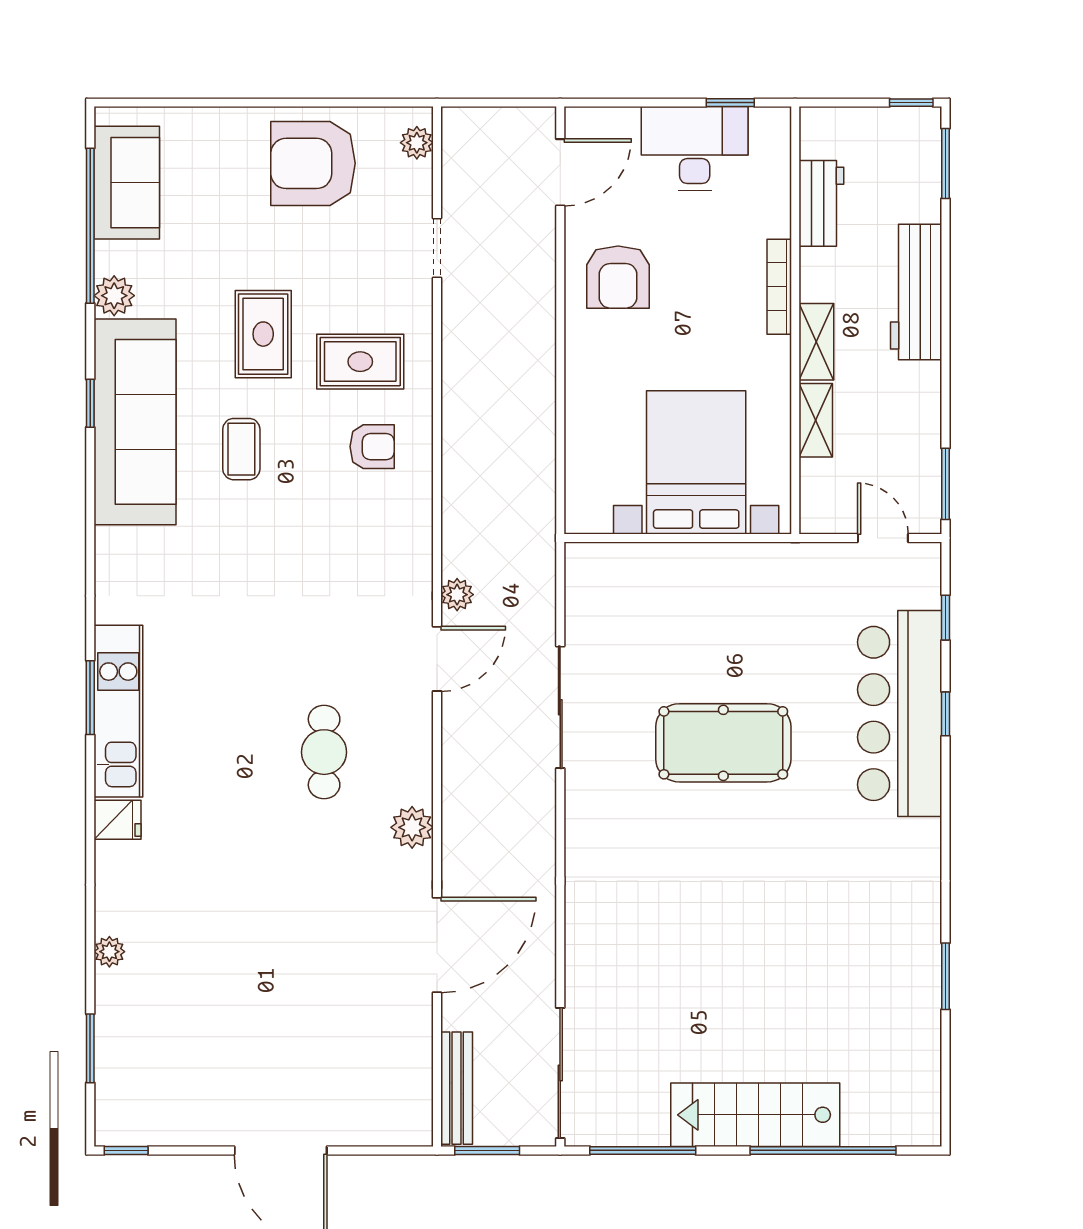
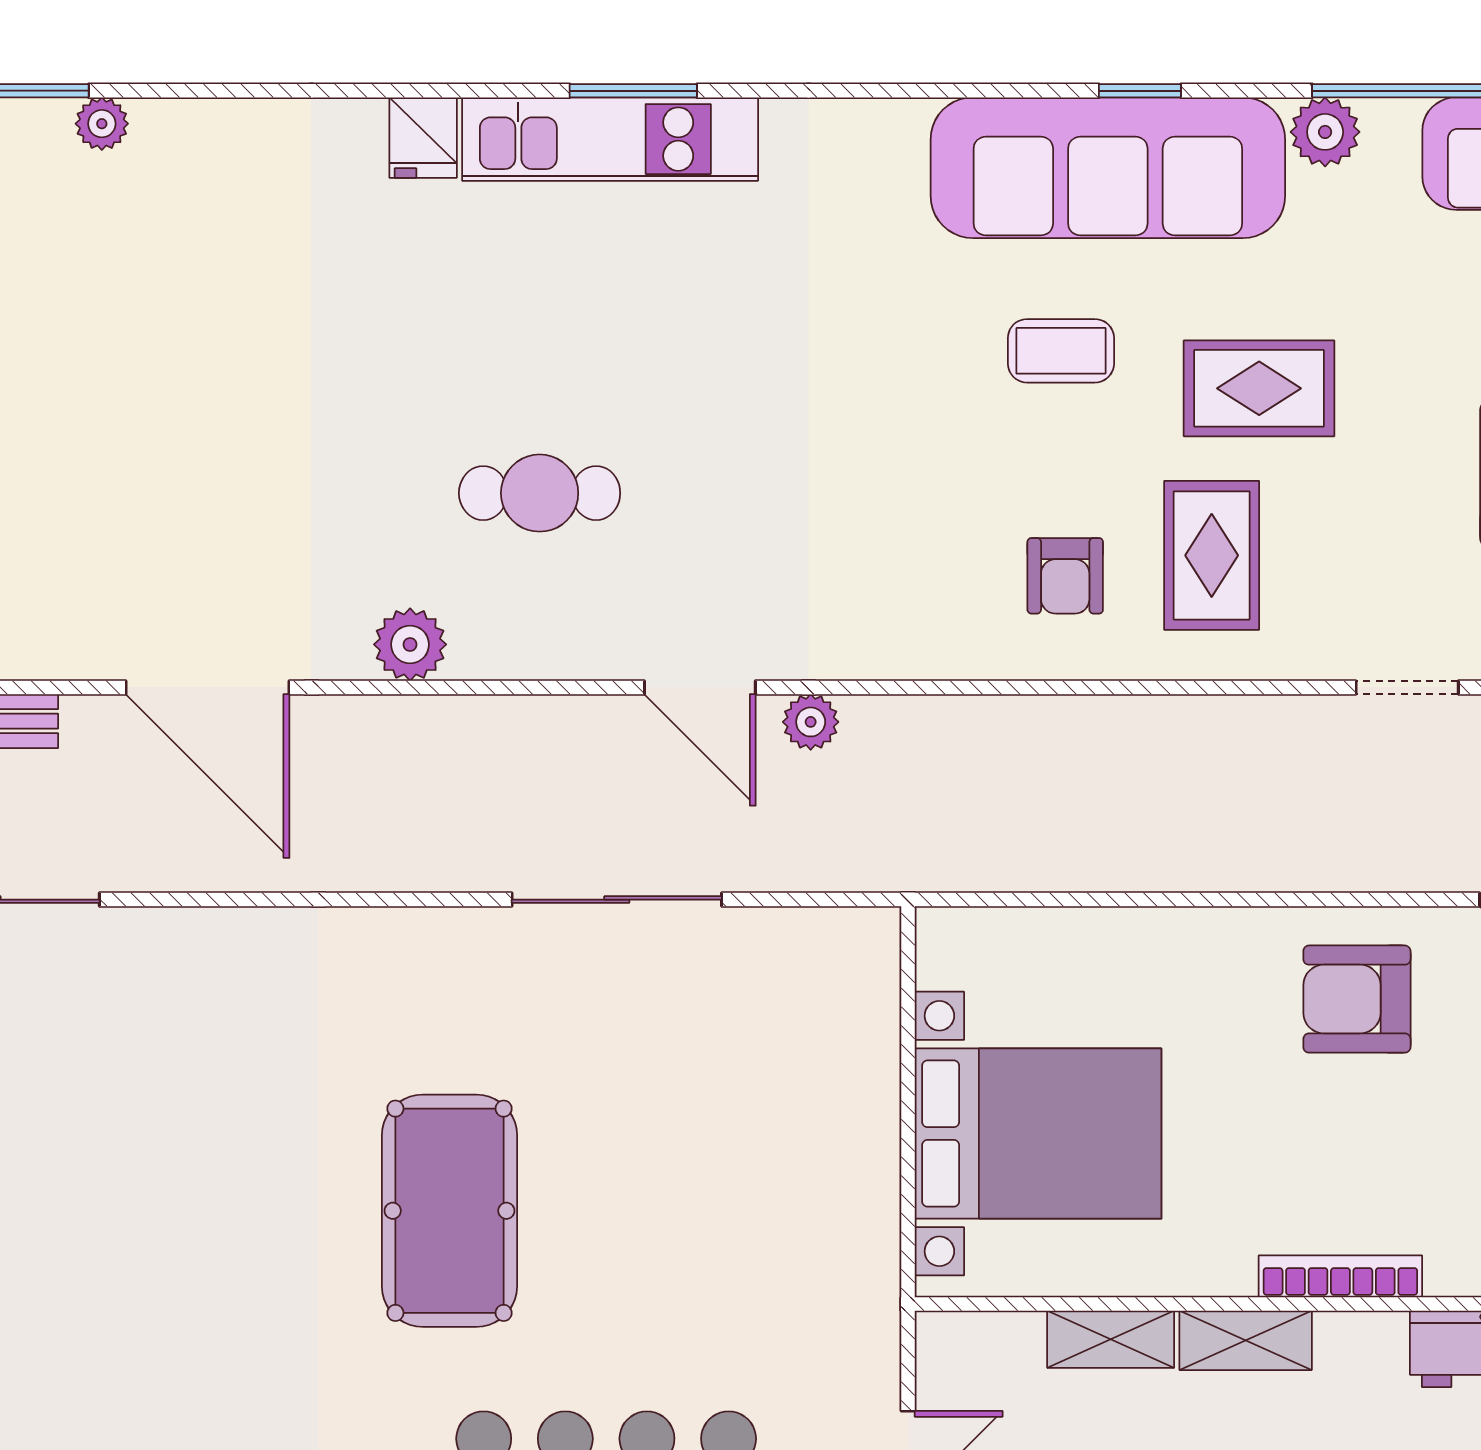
pool table: (723, 743) -> (450, 1211), moved
plant: (109, 952) -> (102, 124), moved

